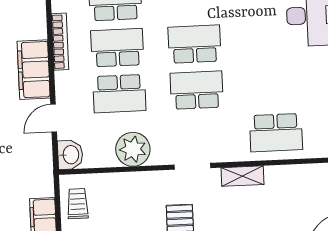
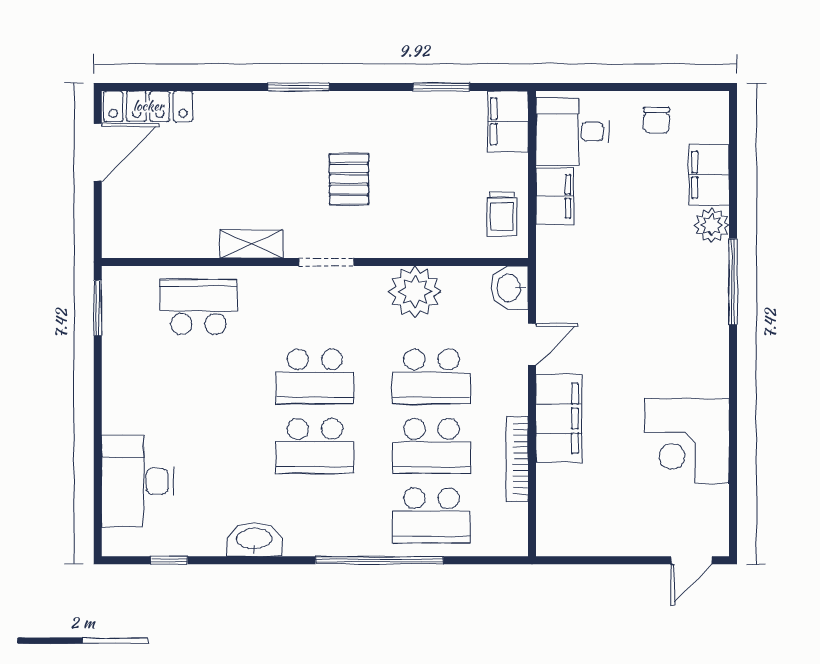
school desk: (119, 94) -> (431, 376), turned 180

